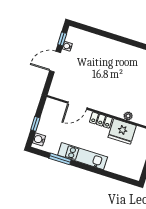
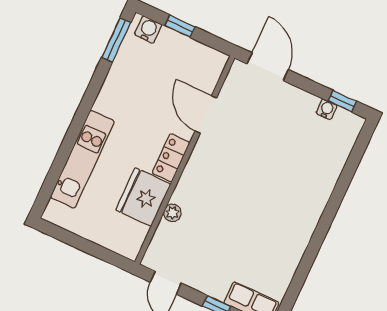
door: (55, 62) -> (268, 67), moved
kitchen unit: (83, 156) -> (82, 159), moved
window: (60, 159) -> (116, 40), moved

